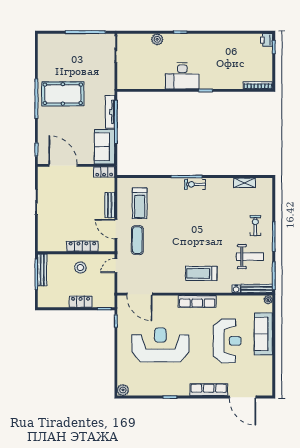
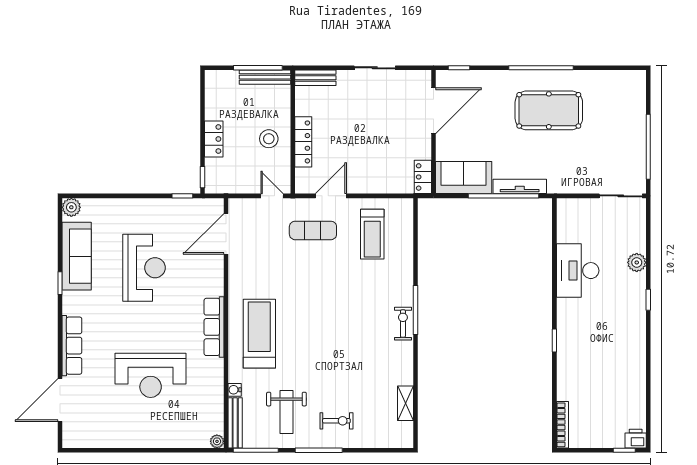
desk: (182, 76) -> (578, 271), moved
pool table: (63, 94) -> (549, 110), turned 90
treadmill: (140, 203) -> (372, 234), turned -90
bench: (110, 205) -> (315, 78), moved
treadmill: (201, 273) -> (259, 334), width x1.37, depth x1.38
sofa: (263, 334) -> (77, 256), moved, turned 90
reception desk: (160, 345) -> (144, 268), width x0.74, depth x0.77

